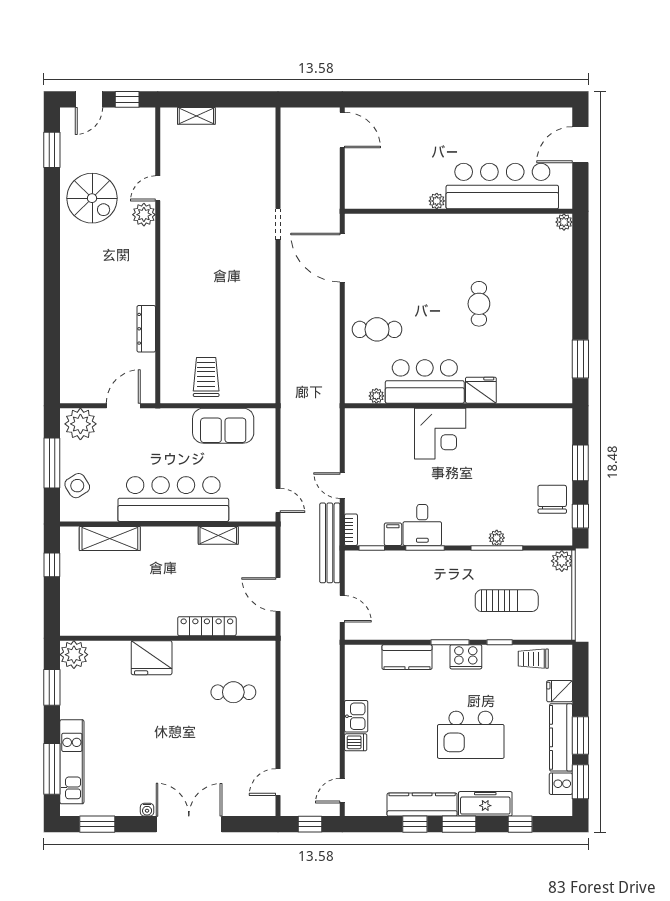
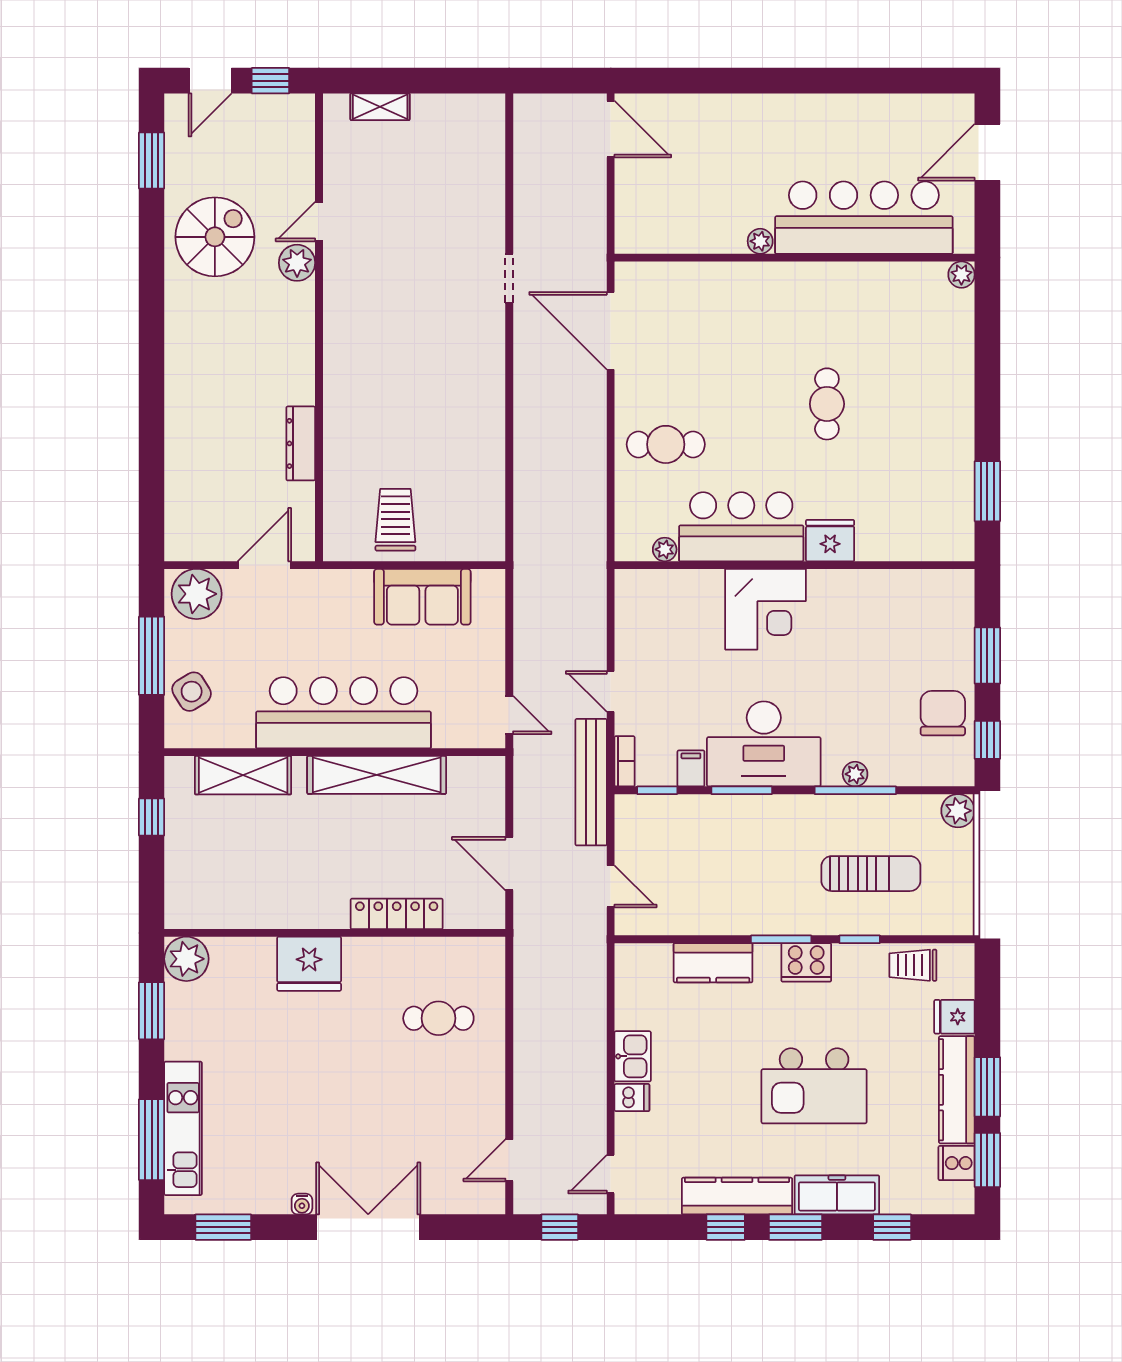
spiral stairs: (92, 198) -> (215, 237), turned -90
desk: (422, 525) -> (764, 744), width x1.87, depth x1.30
shelving: (218, 535) -> (377, 775), width x2.20, depth x1.33

